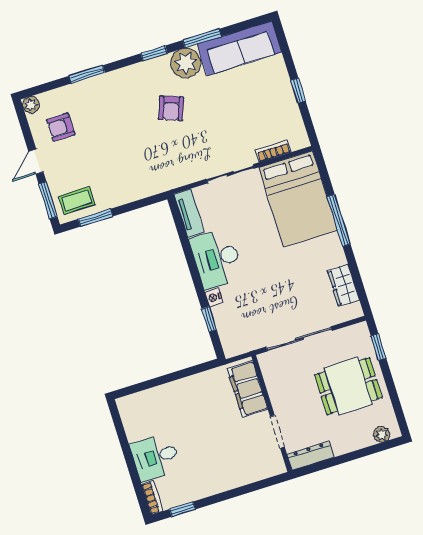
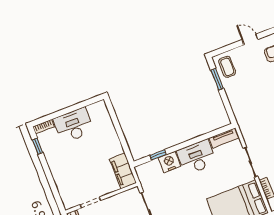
window: (48, 200) -> (226, 49), removed
nightstand: (214, 297) -> (169, 162), width x1.89, depth x1.79
filing cabinet: (248, 389) -> (123, 171), moved, turned -90
desk: (155, 457) -> (74, 125), width x1.37

